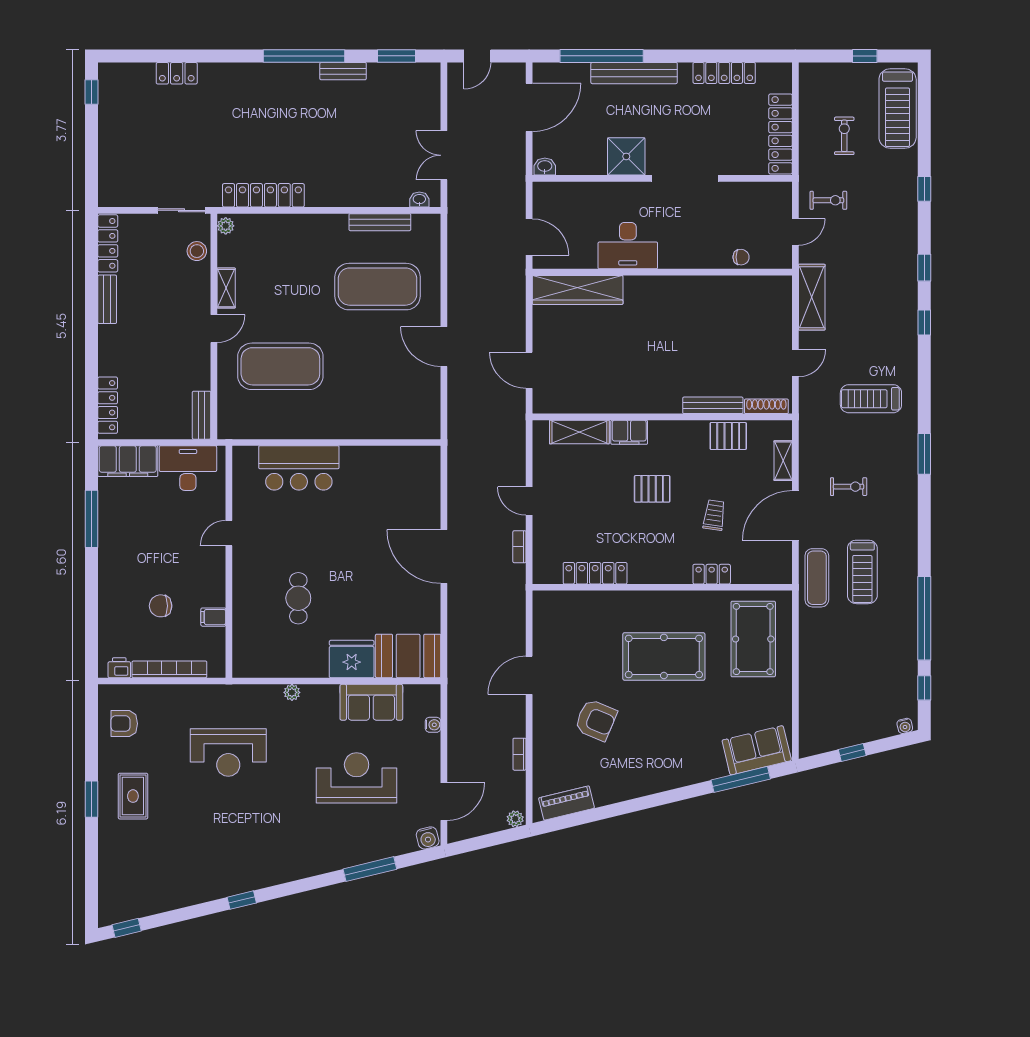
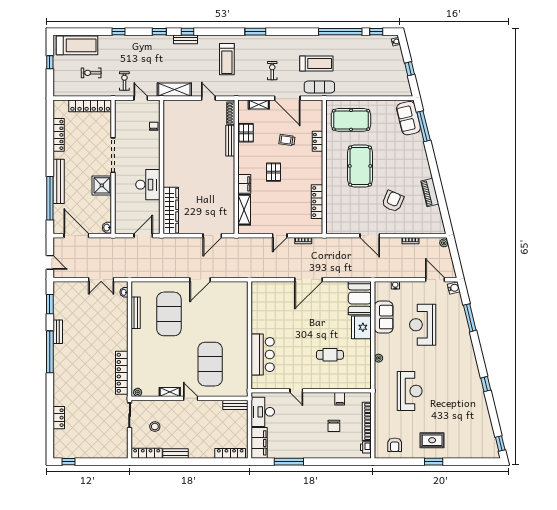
stool: (197, 251) -> (155, 427), moved
bench: (909, 319) -> (185, 39), added
piano: (567, 803) -> (430, 192), moved

